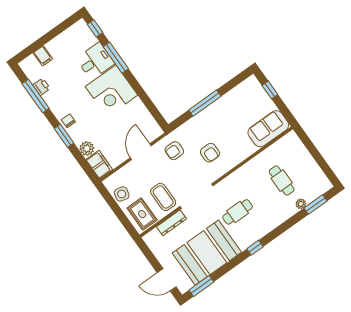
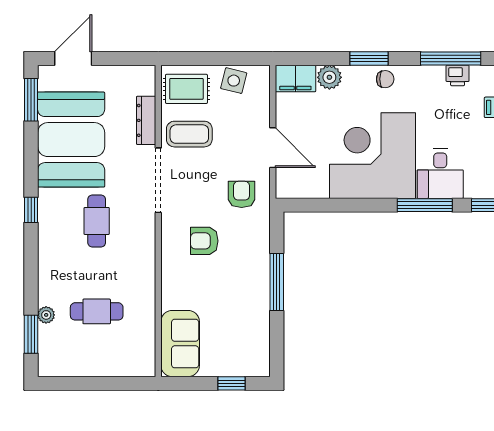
corner desk: (112, 91) -> (373, 156), width x1.36, depth x1.36

